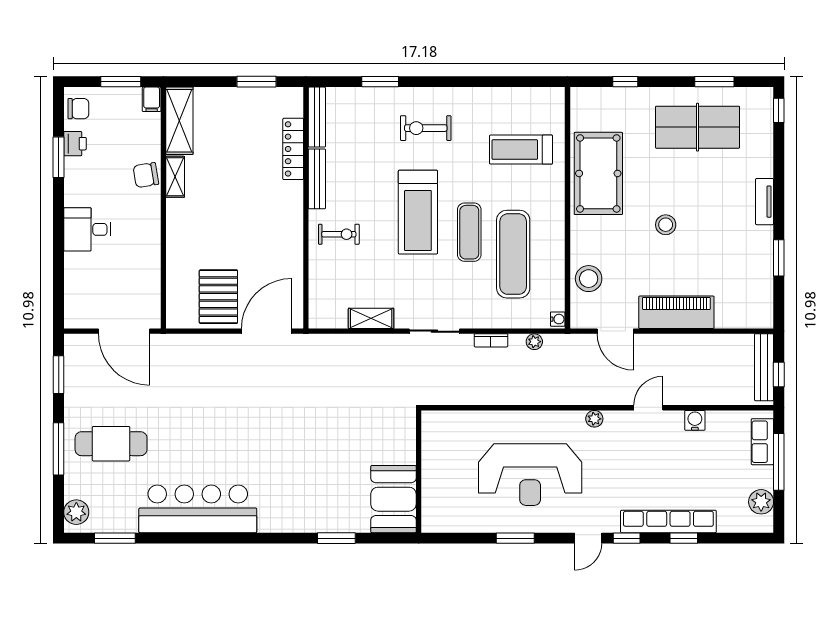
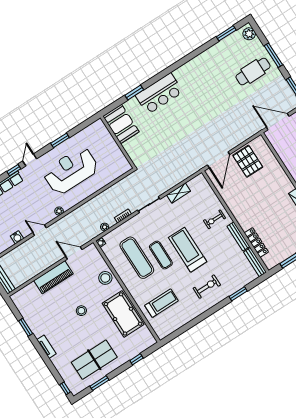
stool: (589, 279) -> (105, 278), moved
door: (648, 408) -> (40, 230), swing flipped
bar counter: (198, 509) -> (159, 94), moved, width x0.73

